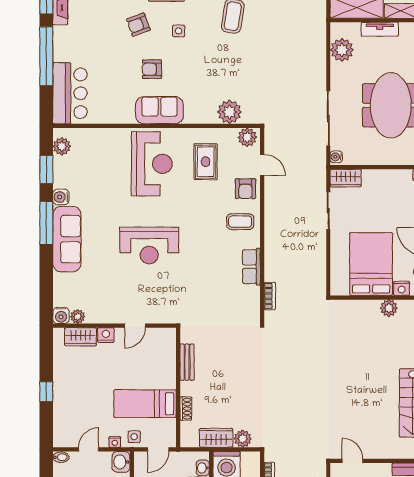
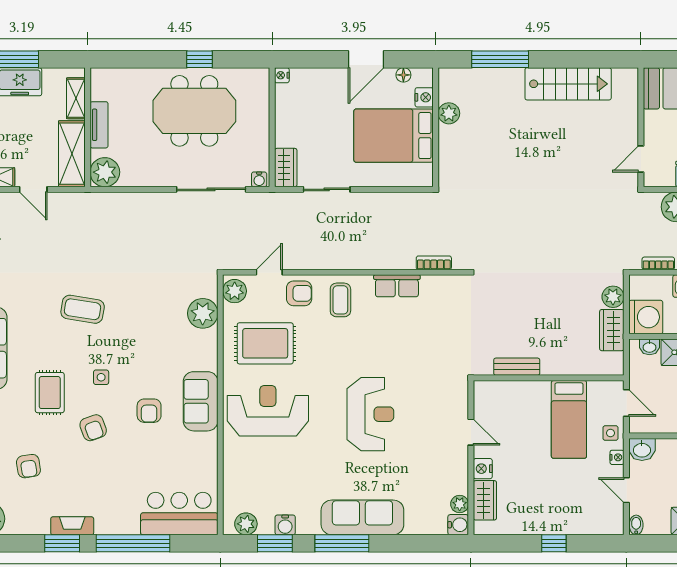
plant: (342, 50) -> (105, 172), moved
rug: (206, 162) -> (265, 343), width x1.36, depth x1.43
water cooler: (61, 197) -> (285, 525), moved
shoe rack: (186, 409) -> (575, 368), removed

